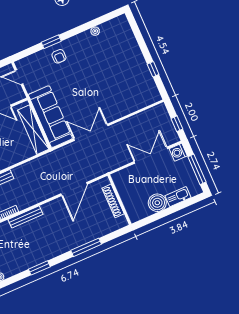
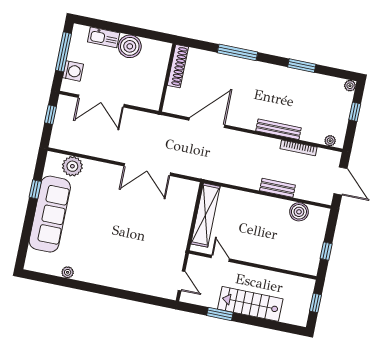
window: (51, 42) -> (121, 294), removed
armchair: (59, 56) -> (124, 273), removed
plant: (140, 101) -> (72, 166), added
sofa: (50, 117) -> (50, 214), moved, turned 180
washing machine: (178, 152) -> (73, 71), moved
shoe rack: (113, 201) -> (178, 66), moved

